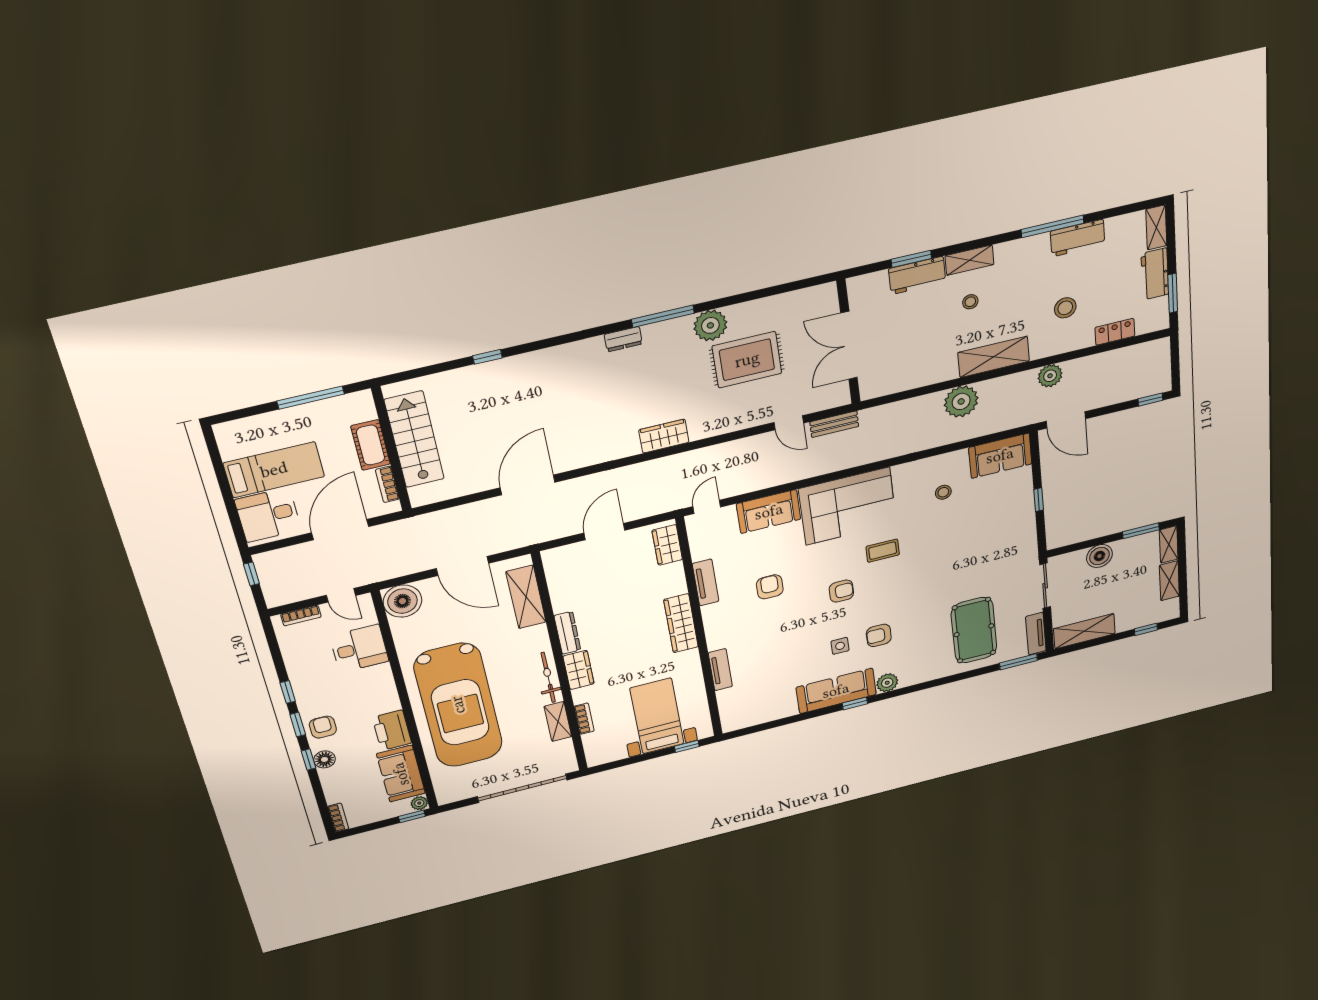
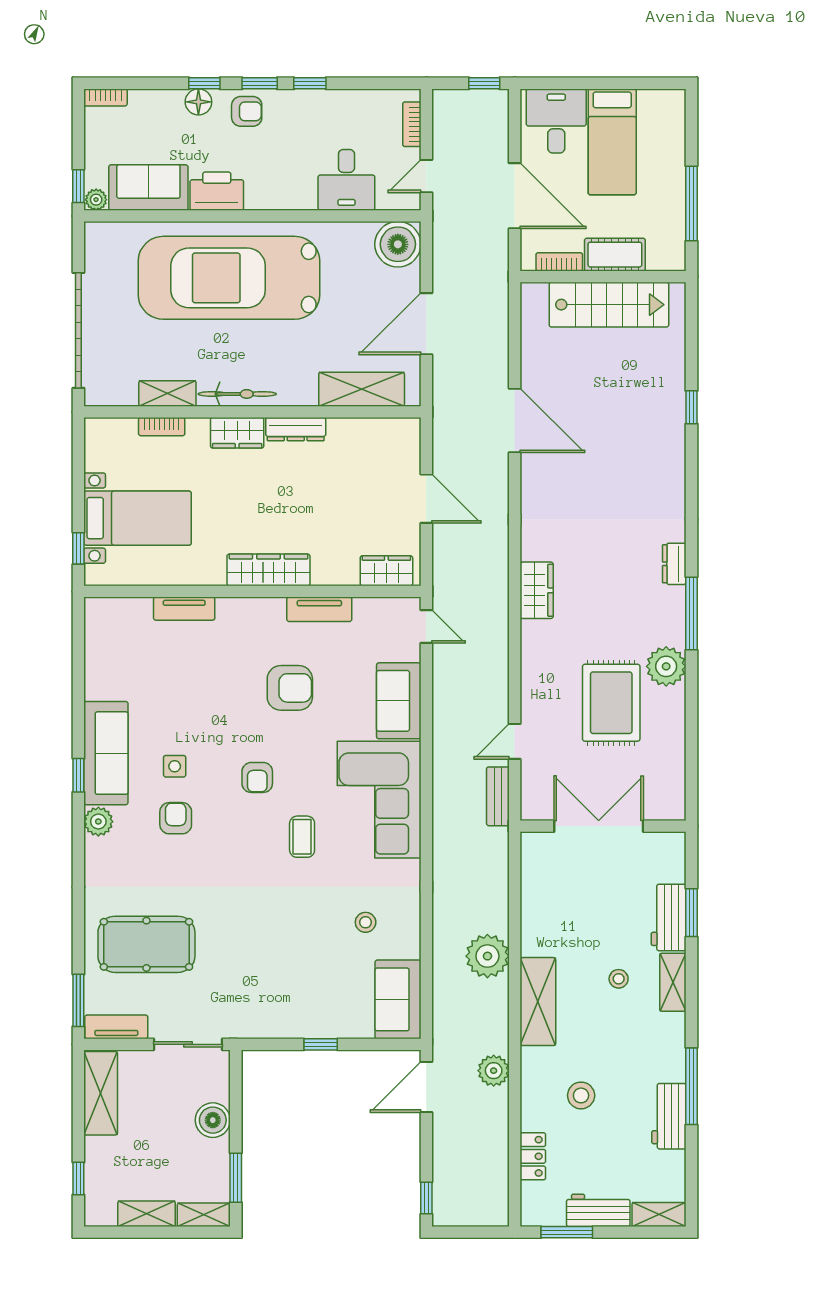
armchair: (770, 587) -> (290, 688), width x1.38, depth x1.38

